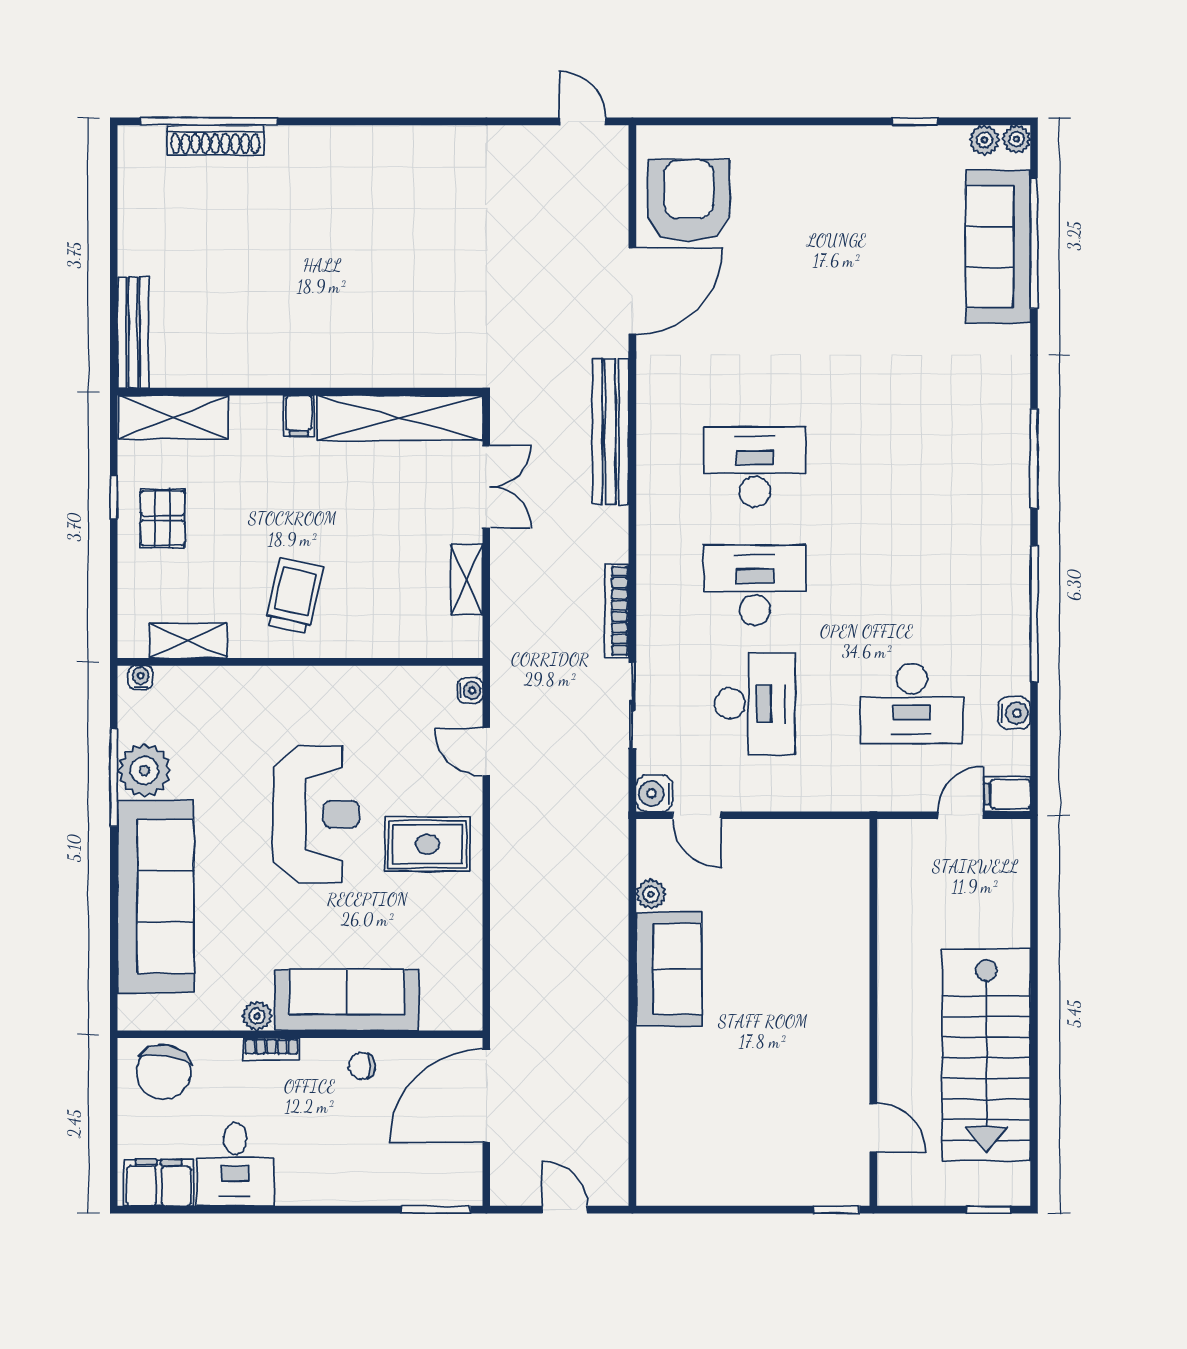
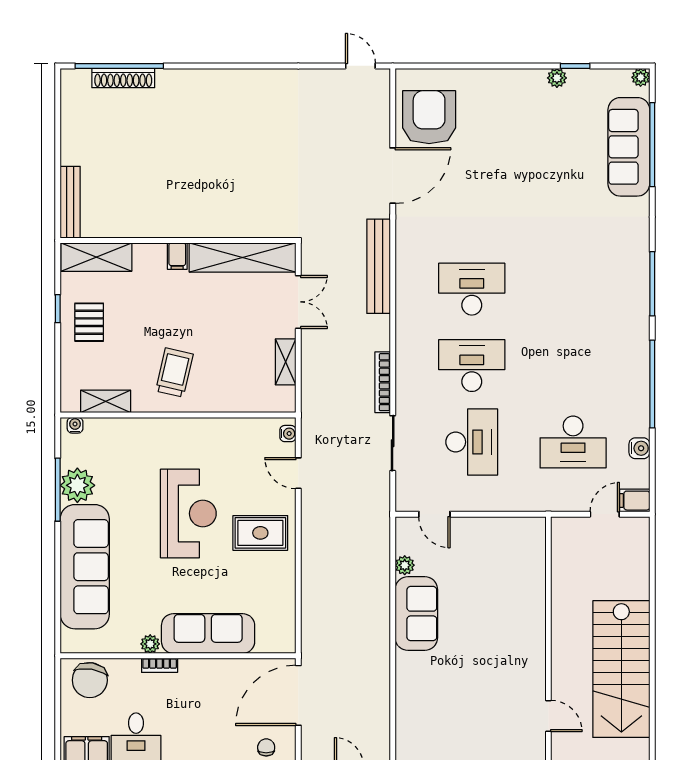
plant: (985, 140) -> (557, 78), moved
water cooler: (654, 793) -> (407, 500), removed
chair: (362, 1066) -> (266, 747), moved, turned 90

